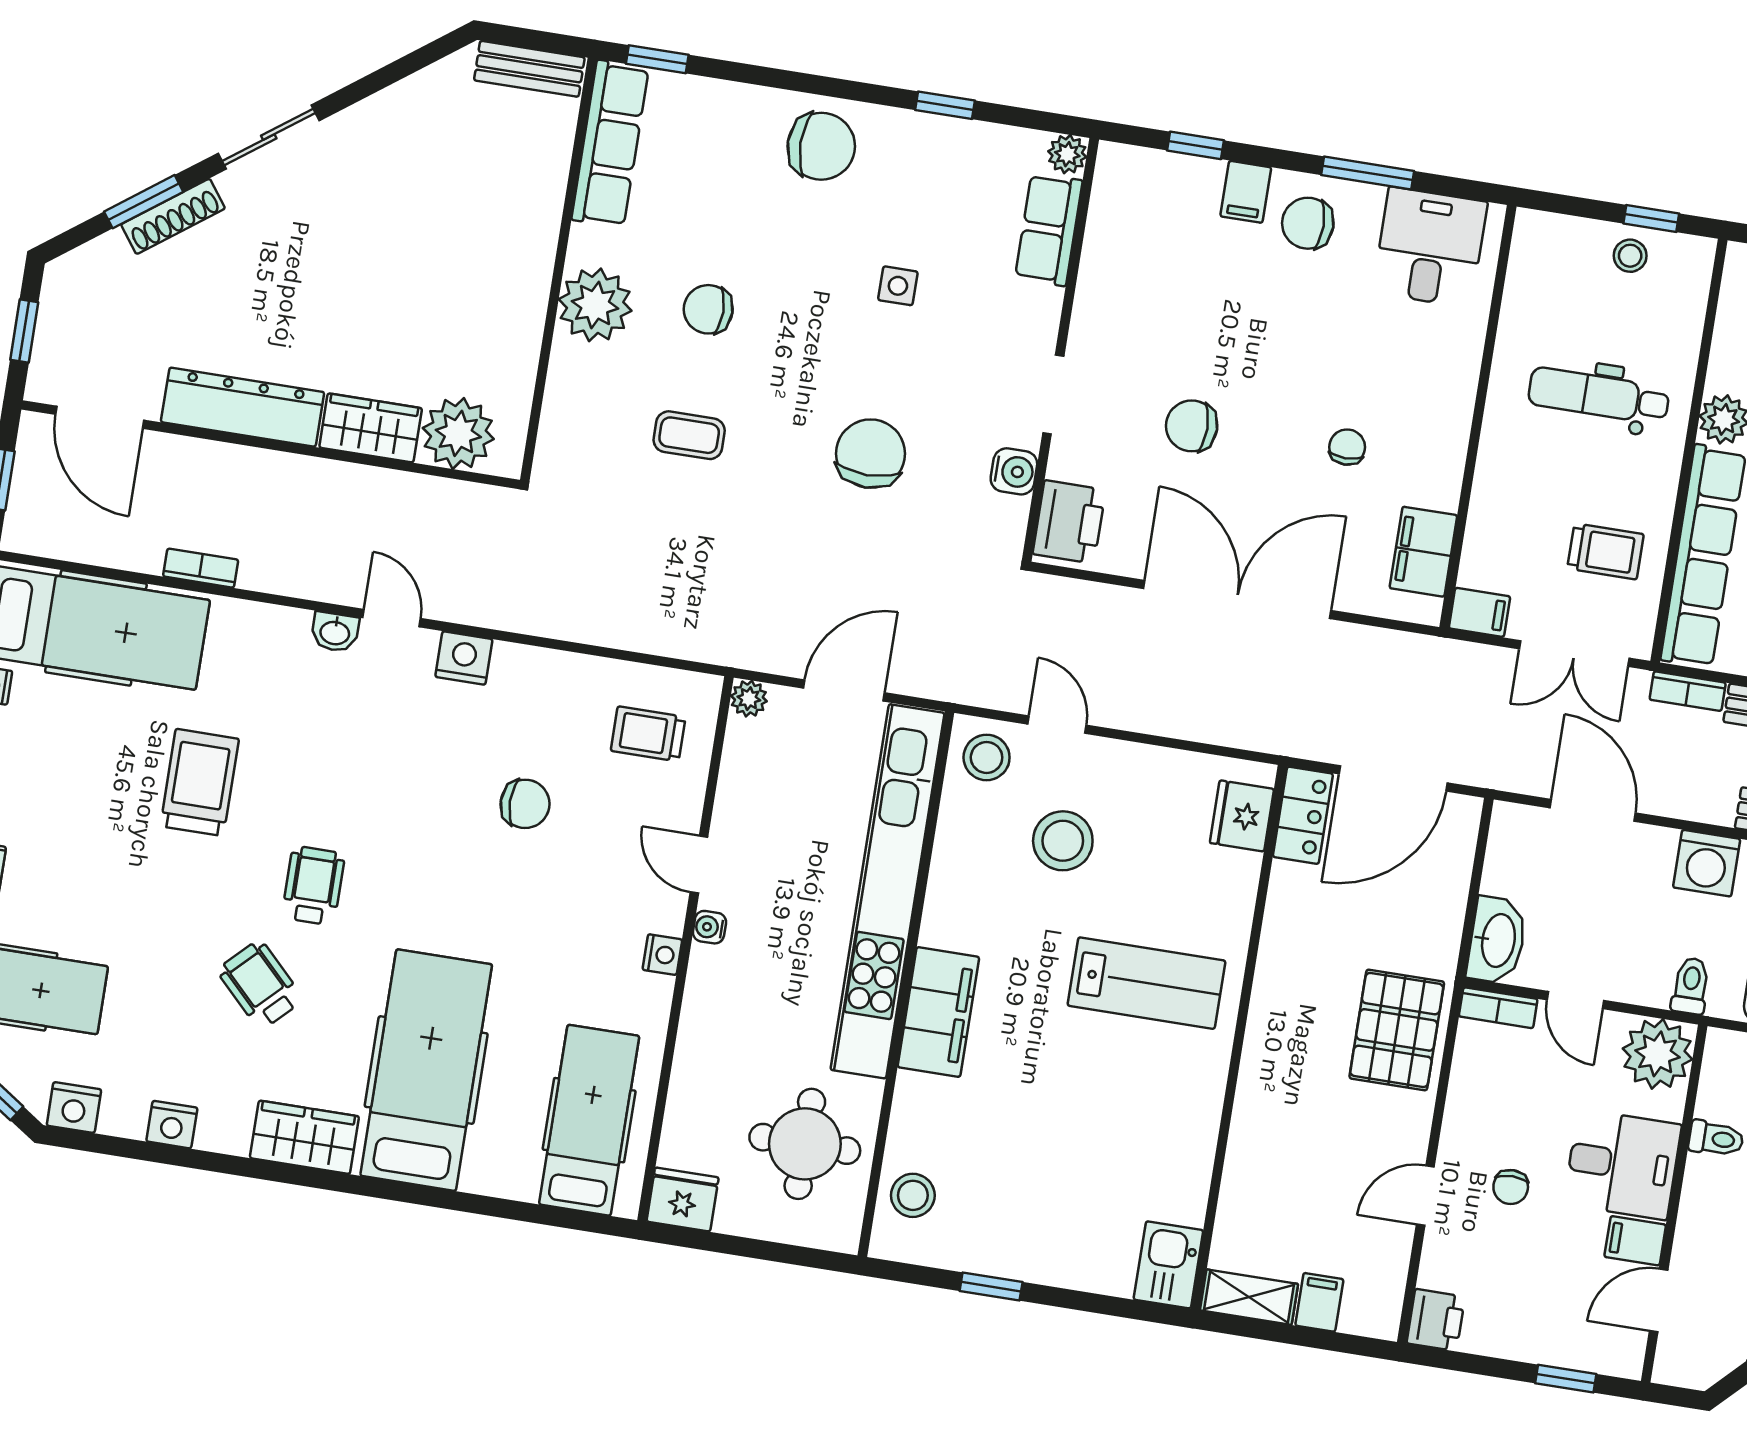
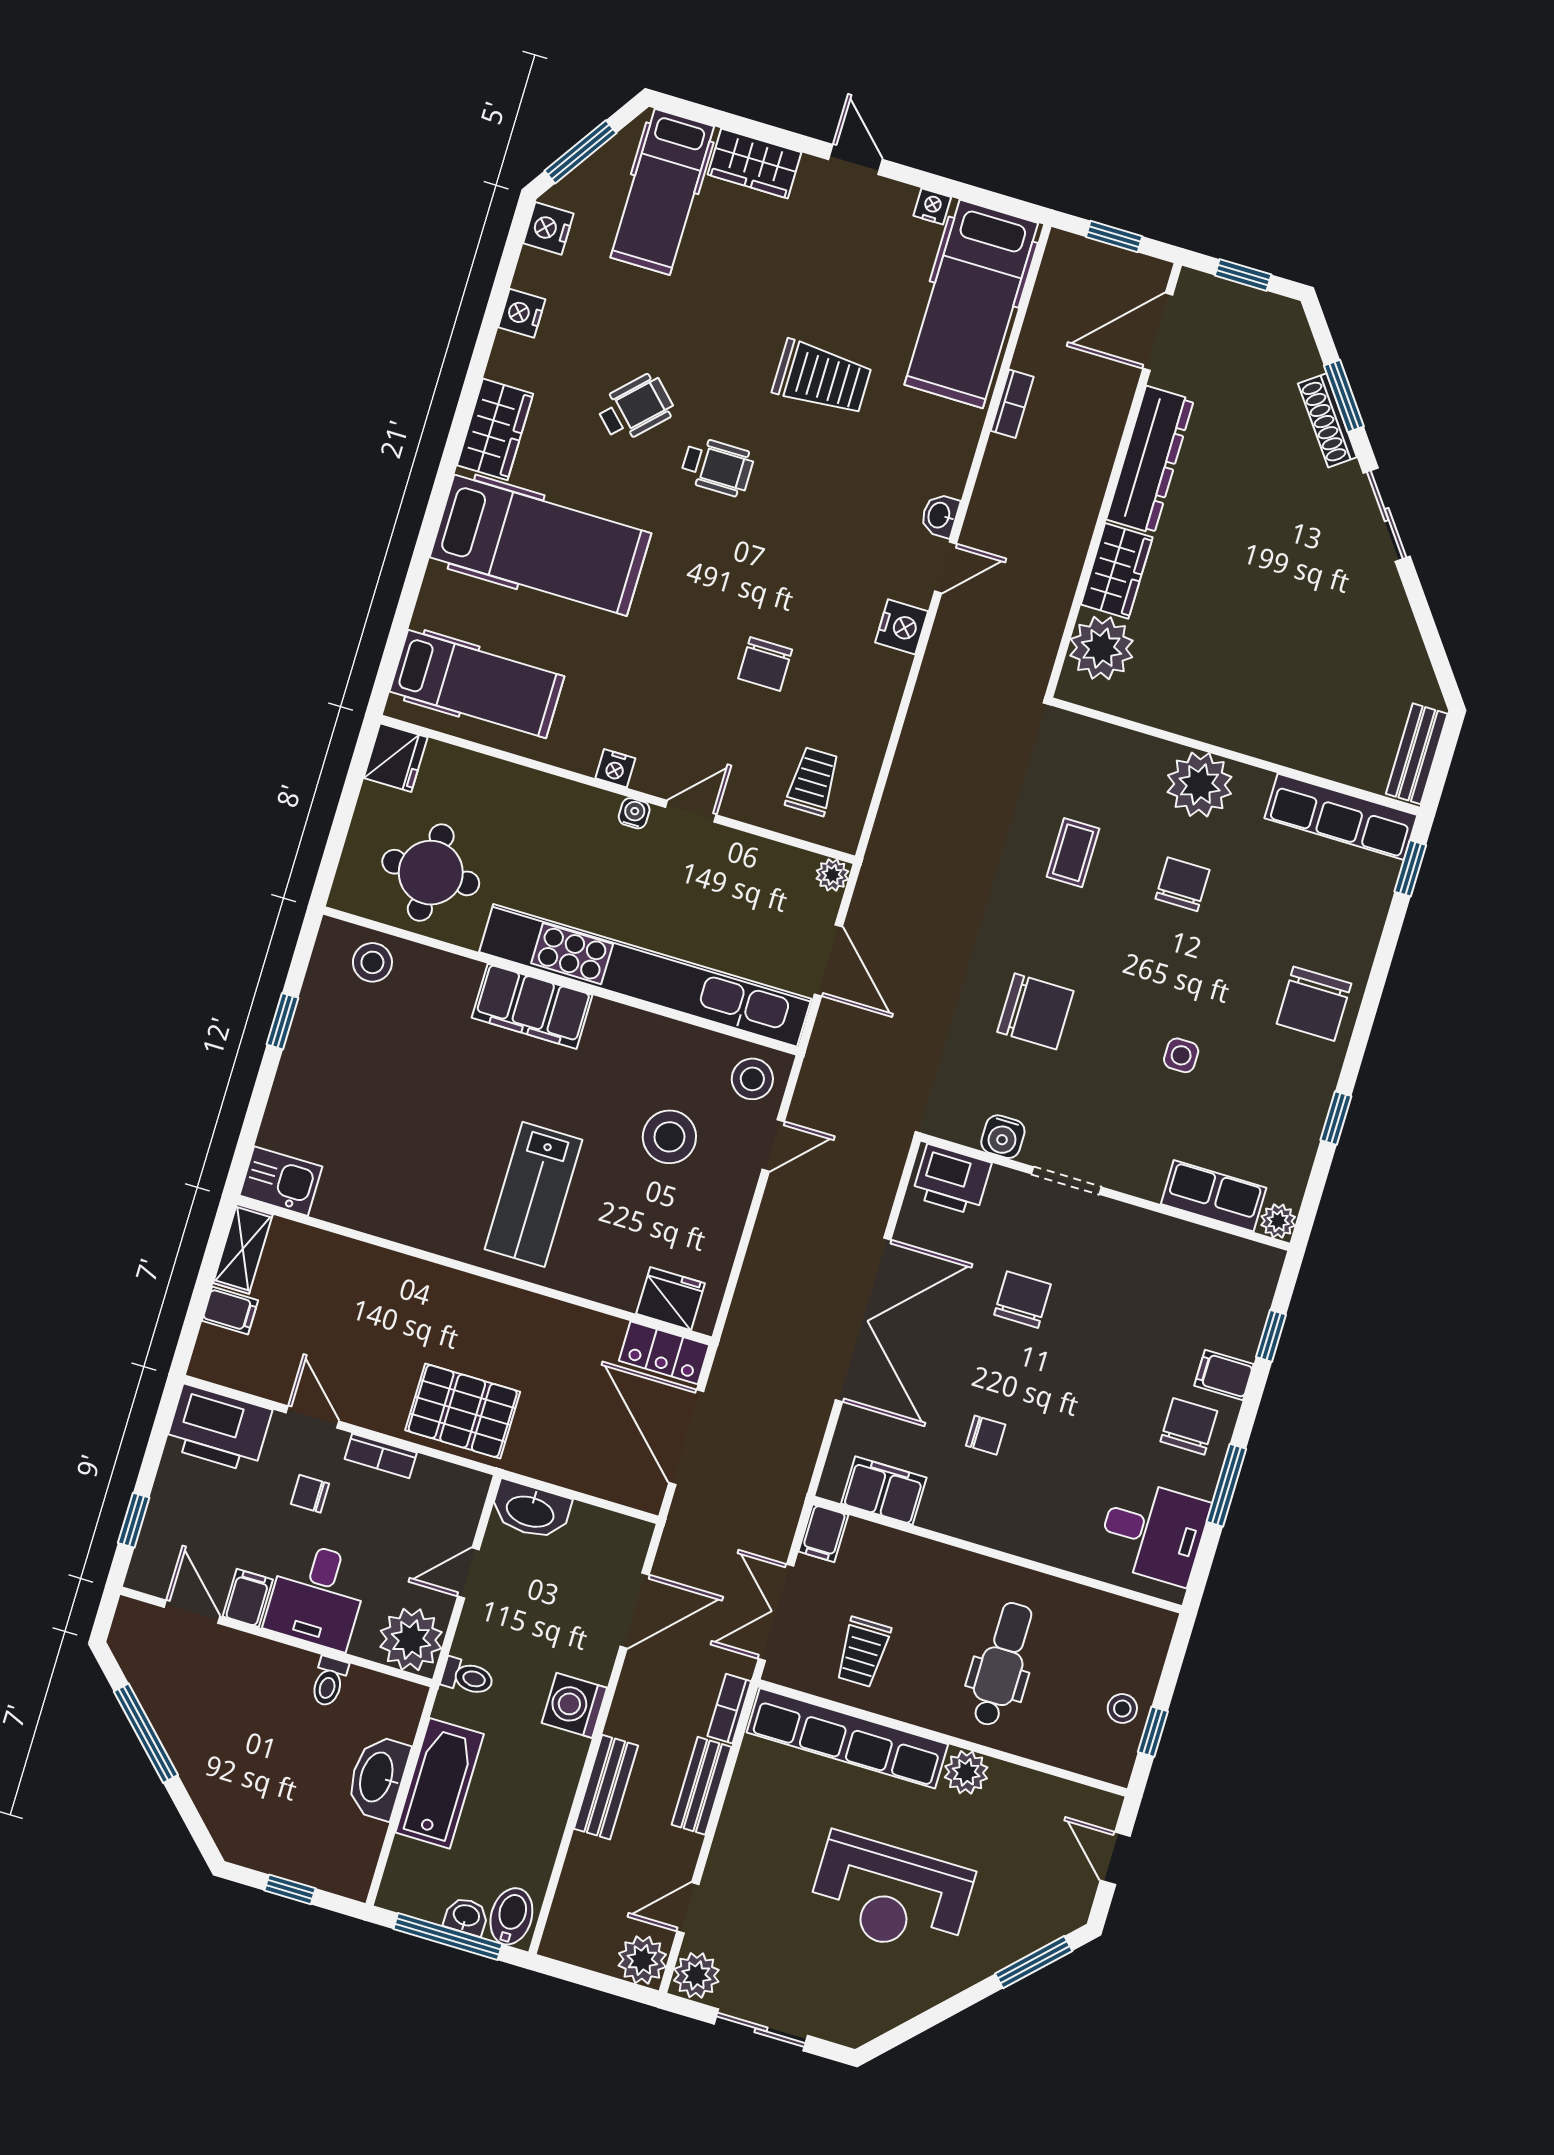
bookcase: (1498, 1008) -> (381, 1456), moved, turned -90
printer: (1436, 1320) -> (218, 1428), width x1.87, depth x1.48

